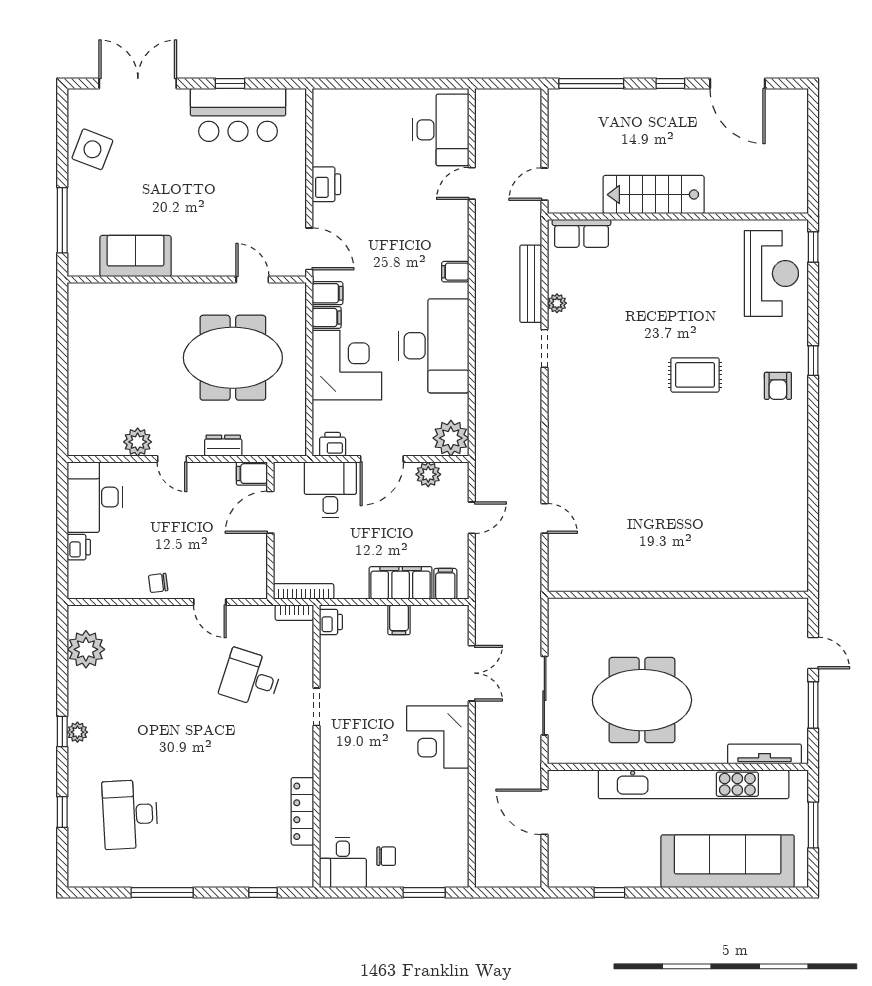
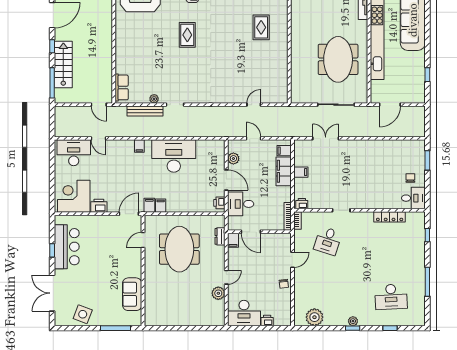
stairs: (654, 195) -> (63, 64), moved, turned 180
corner desk: (347, 365) -> (74, 196), moved
plant: (451, 438) -> (217, 148), removed
dresser: (223, 446) -> (220, 236), moved
rug: (711, 534) -> (261, 27), added
corner desk: (438, 737) -> (355, 154), removed

